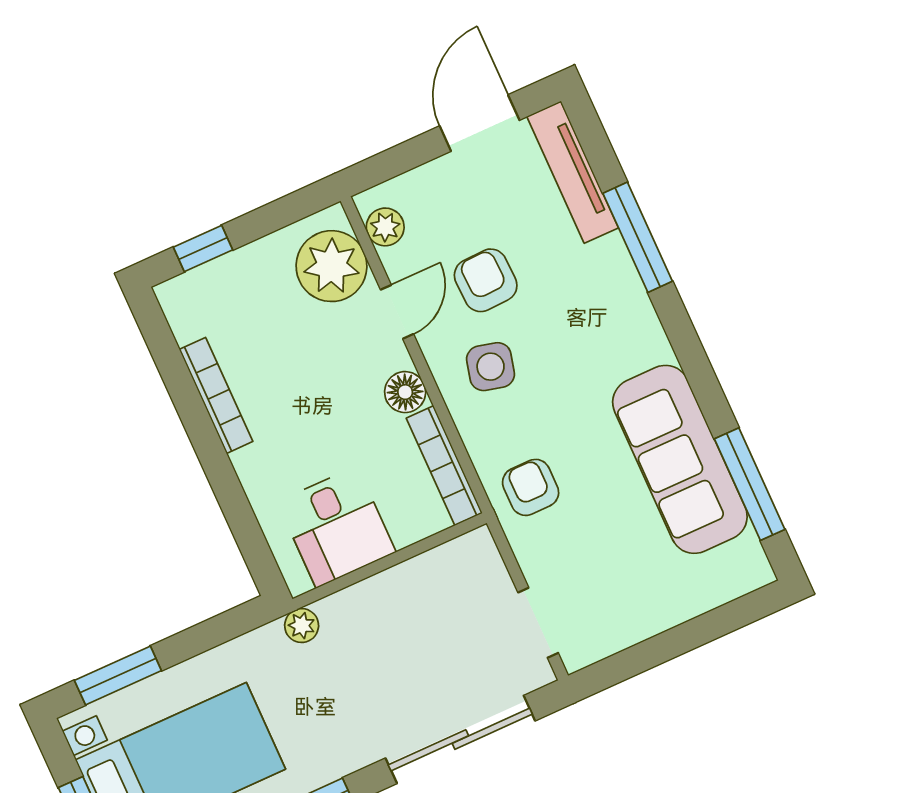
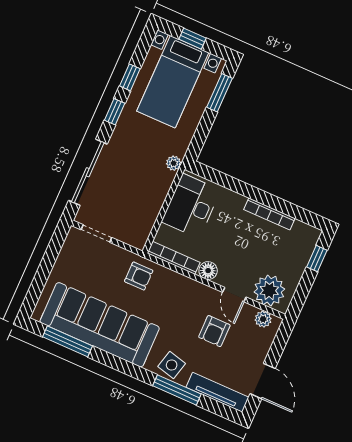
armchair: (486, 280) -> (214, 331), turned 92
side table: (491, 367) -> (172, 365), moved
sofa: (680, 459) -> (100, 325), width x1.36, depth x1.27
desk: (337, 527) -> (191, 206), width x1.37

